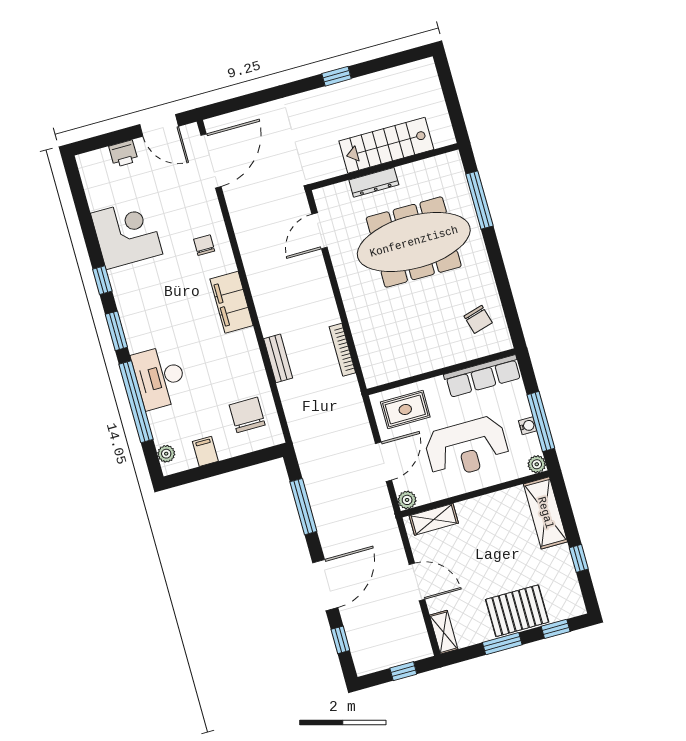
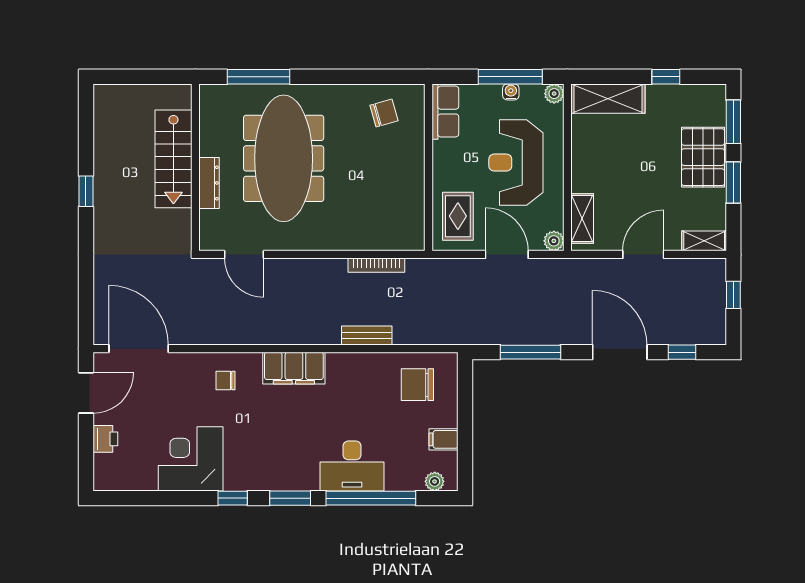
row of seats: (483, 376) -> (445, 112), width x0.68
reception desk: (467, 447) -> (516, 163), turned 180
window: (556, 629) -> (733, 122), width x1.50

